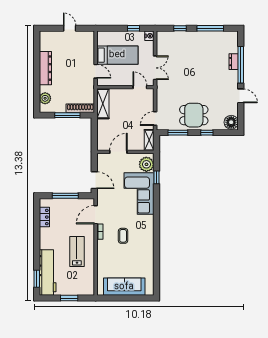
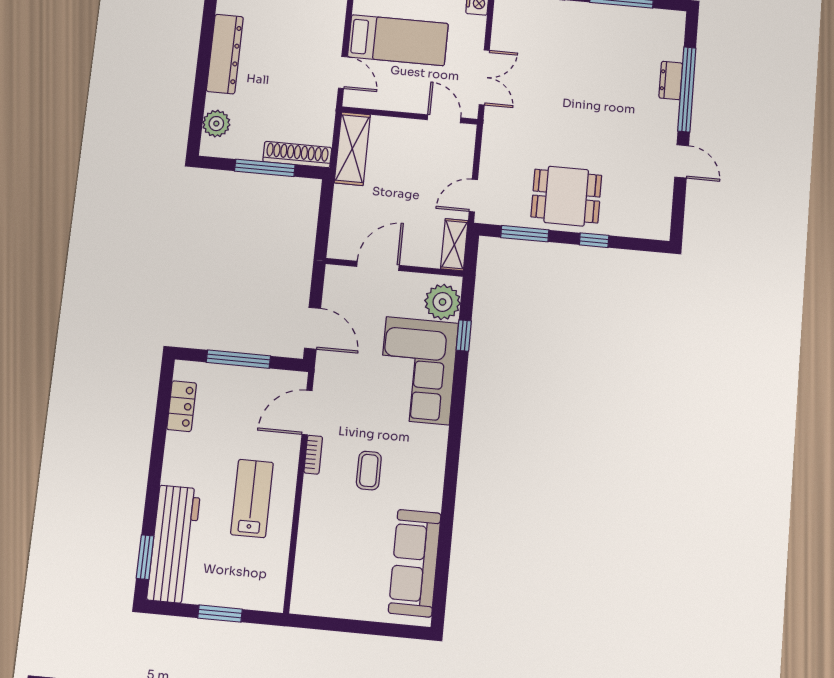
floor lamp: (231, 122) -> (654, 221), removed
sofa: (124, 287) -> (415, 563), moved, turned -90

